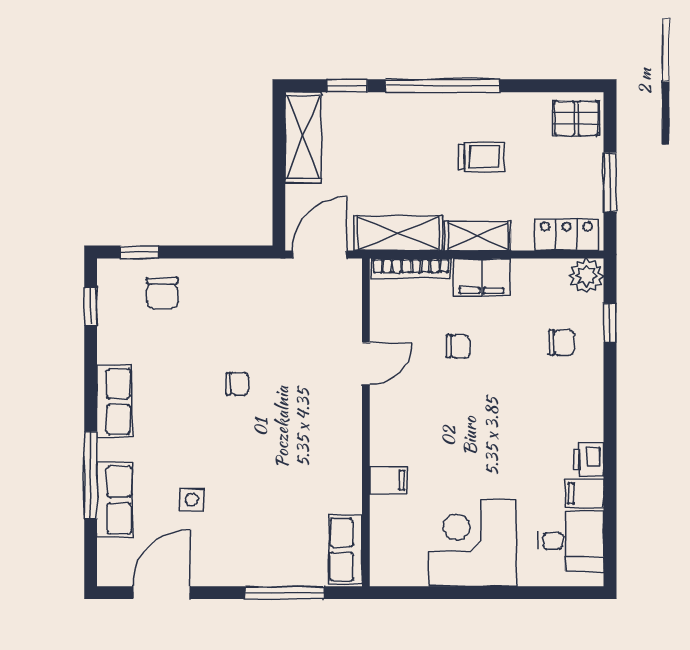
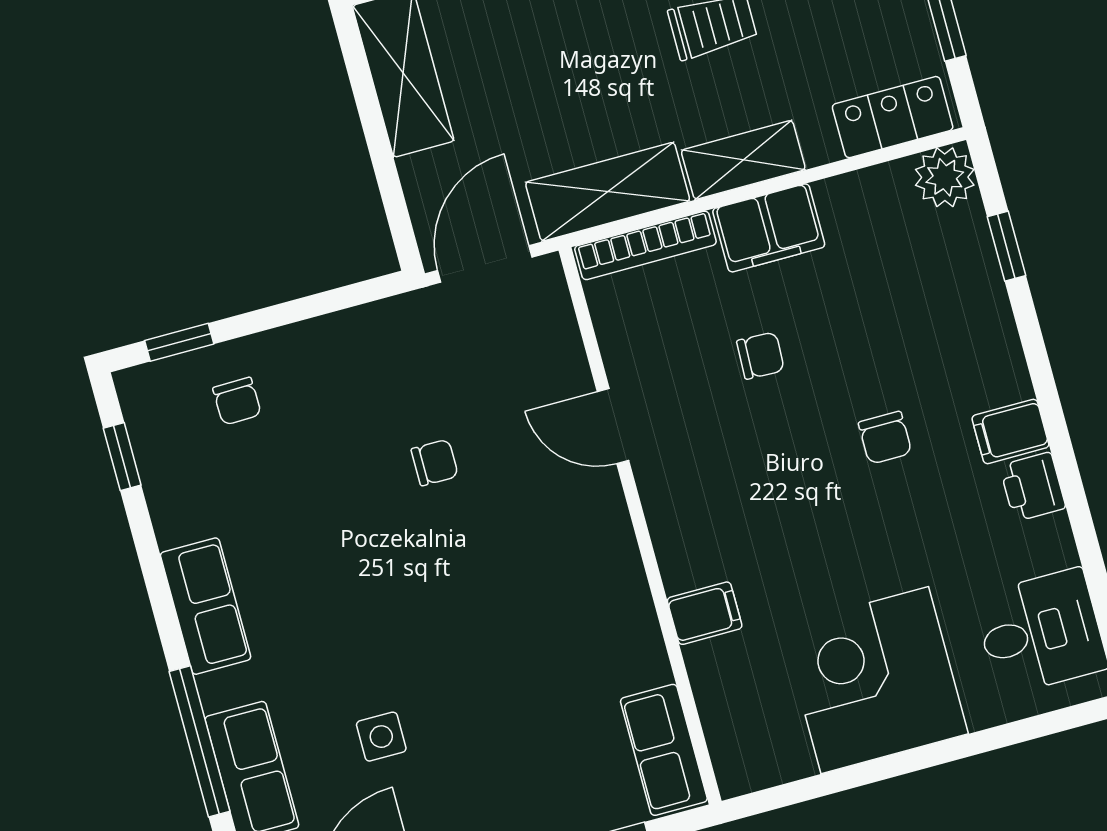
chair: (162, 293) -> (237, 401), width x0.73, depth x0.73
chair: (562, 342) -> (885, 438), moved, turned 90
door: (366, 363) -> (613, 426), swing flipped
chair: (237, 383) -> (435, 463), moved
filing cabinet: (584, 493) -> (1010, 431), moved

